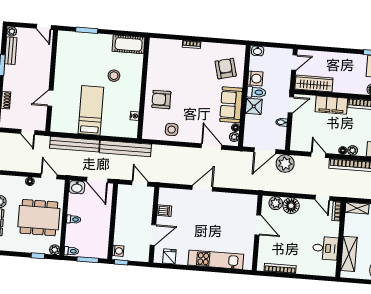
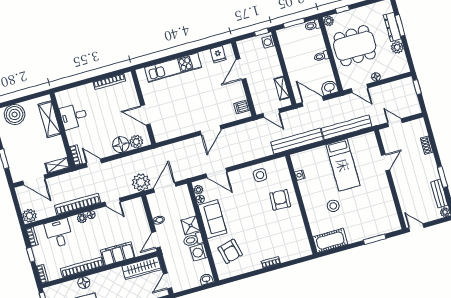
armchair: (161, 99) -> (280, 200), turned -87
shelving: (122, 203) -> (282, 88), added
dishwasher: (164, 211) -> (242, 107), moved

